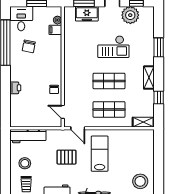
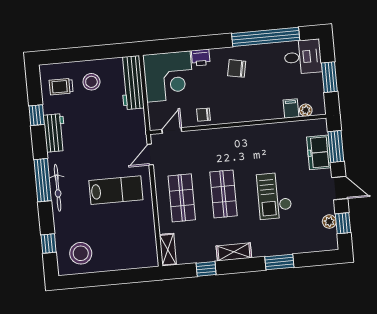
plant: (130, 15) -> (329, 222), width x0.53, depth x0.53
chair: (29, 46) -> (237, 68), moved
corner desk: (26, 111) -> (168, 76), added
pallet: (67, 157) -> (106, 142), removed

